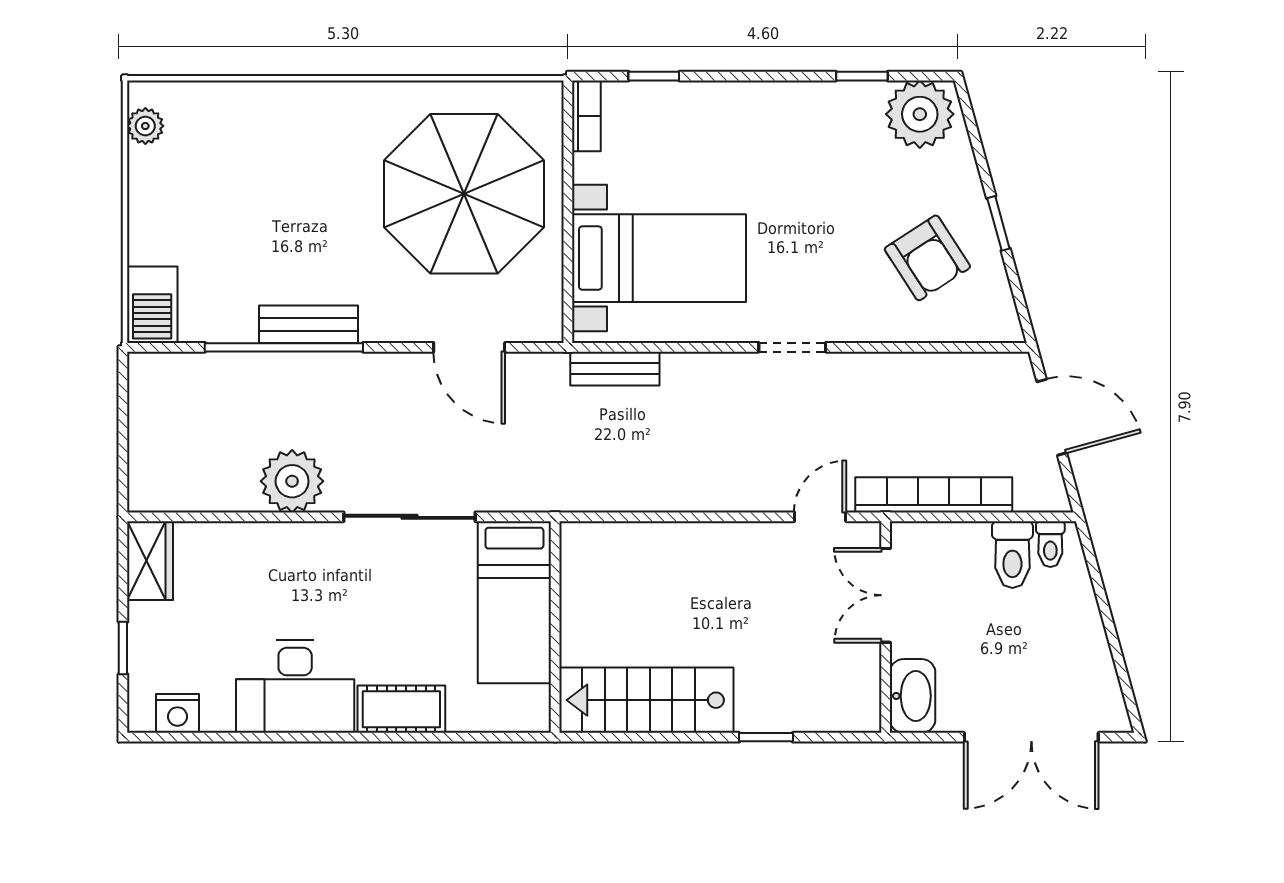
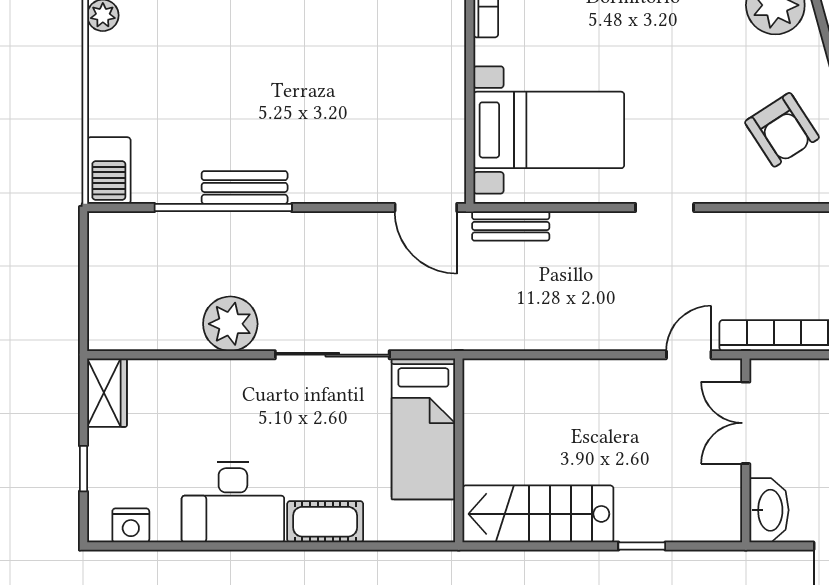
parasol: (464, 194) -> (380, 74), removed
door: (469, 347) -> (426, 208), moved

